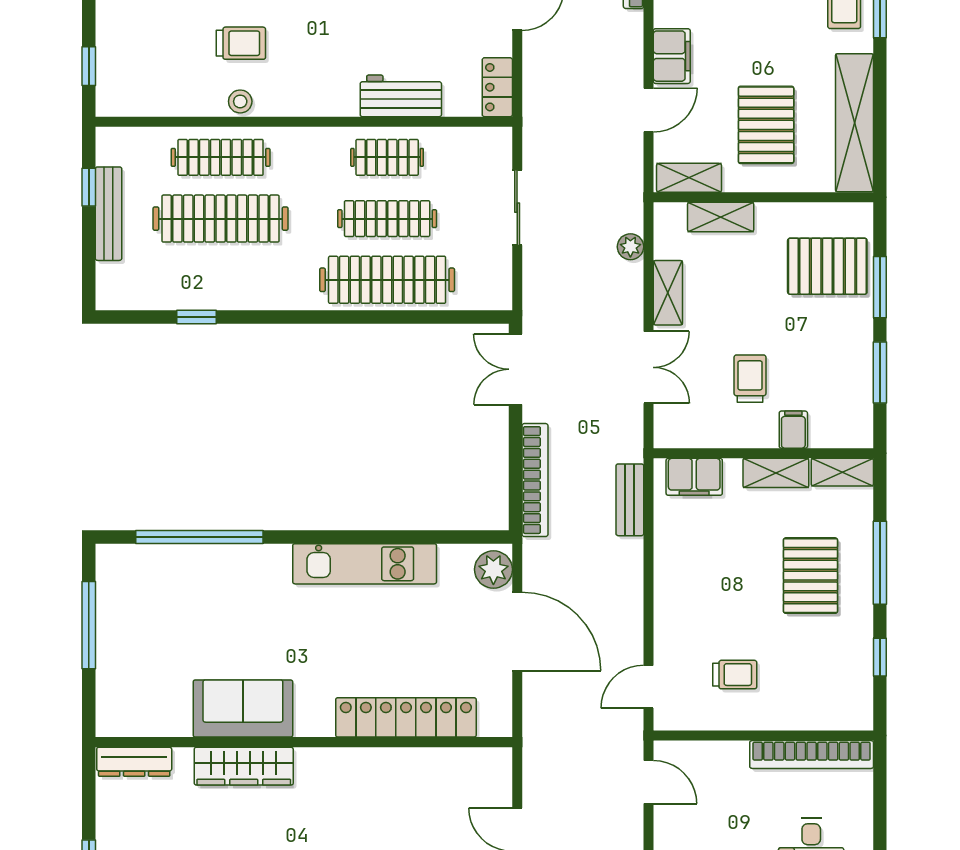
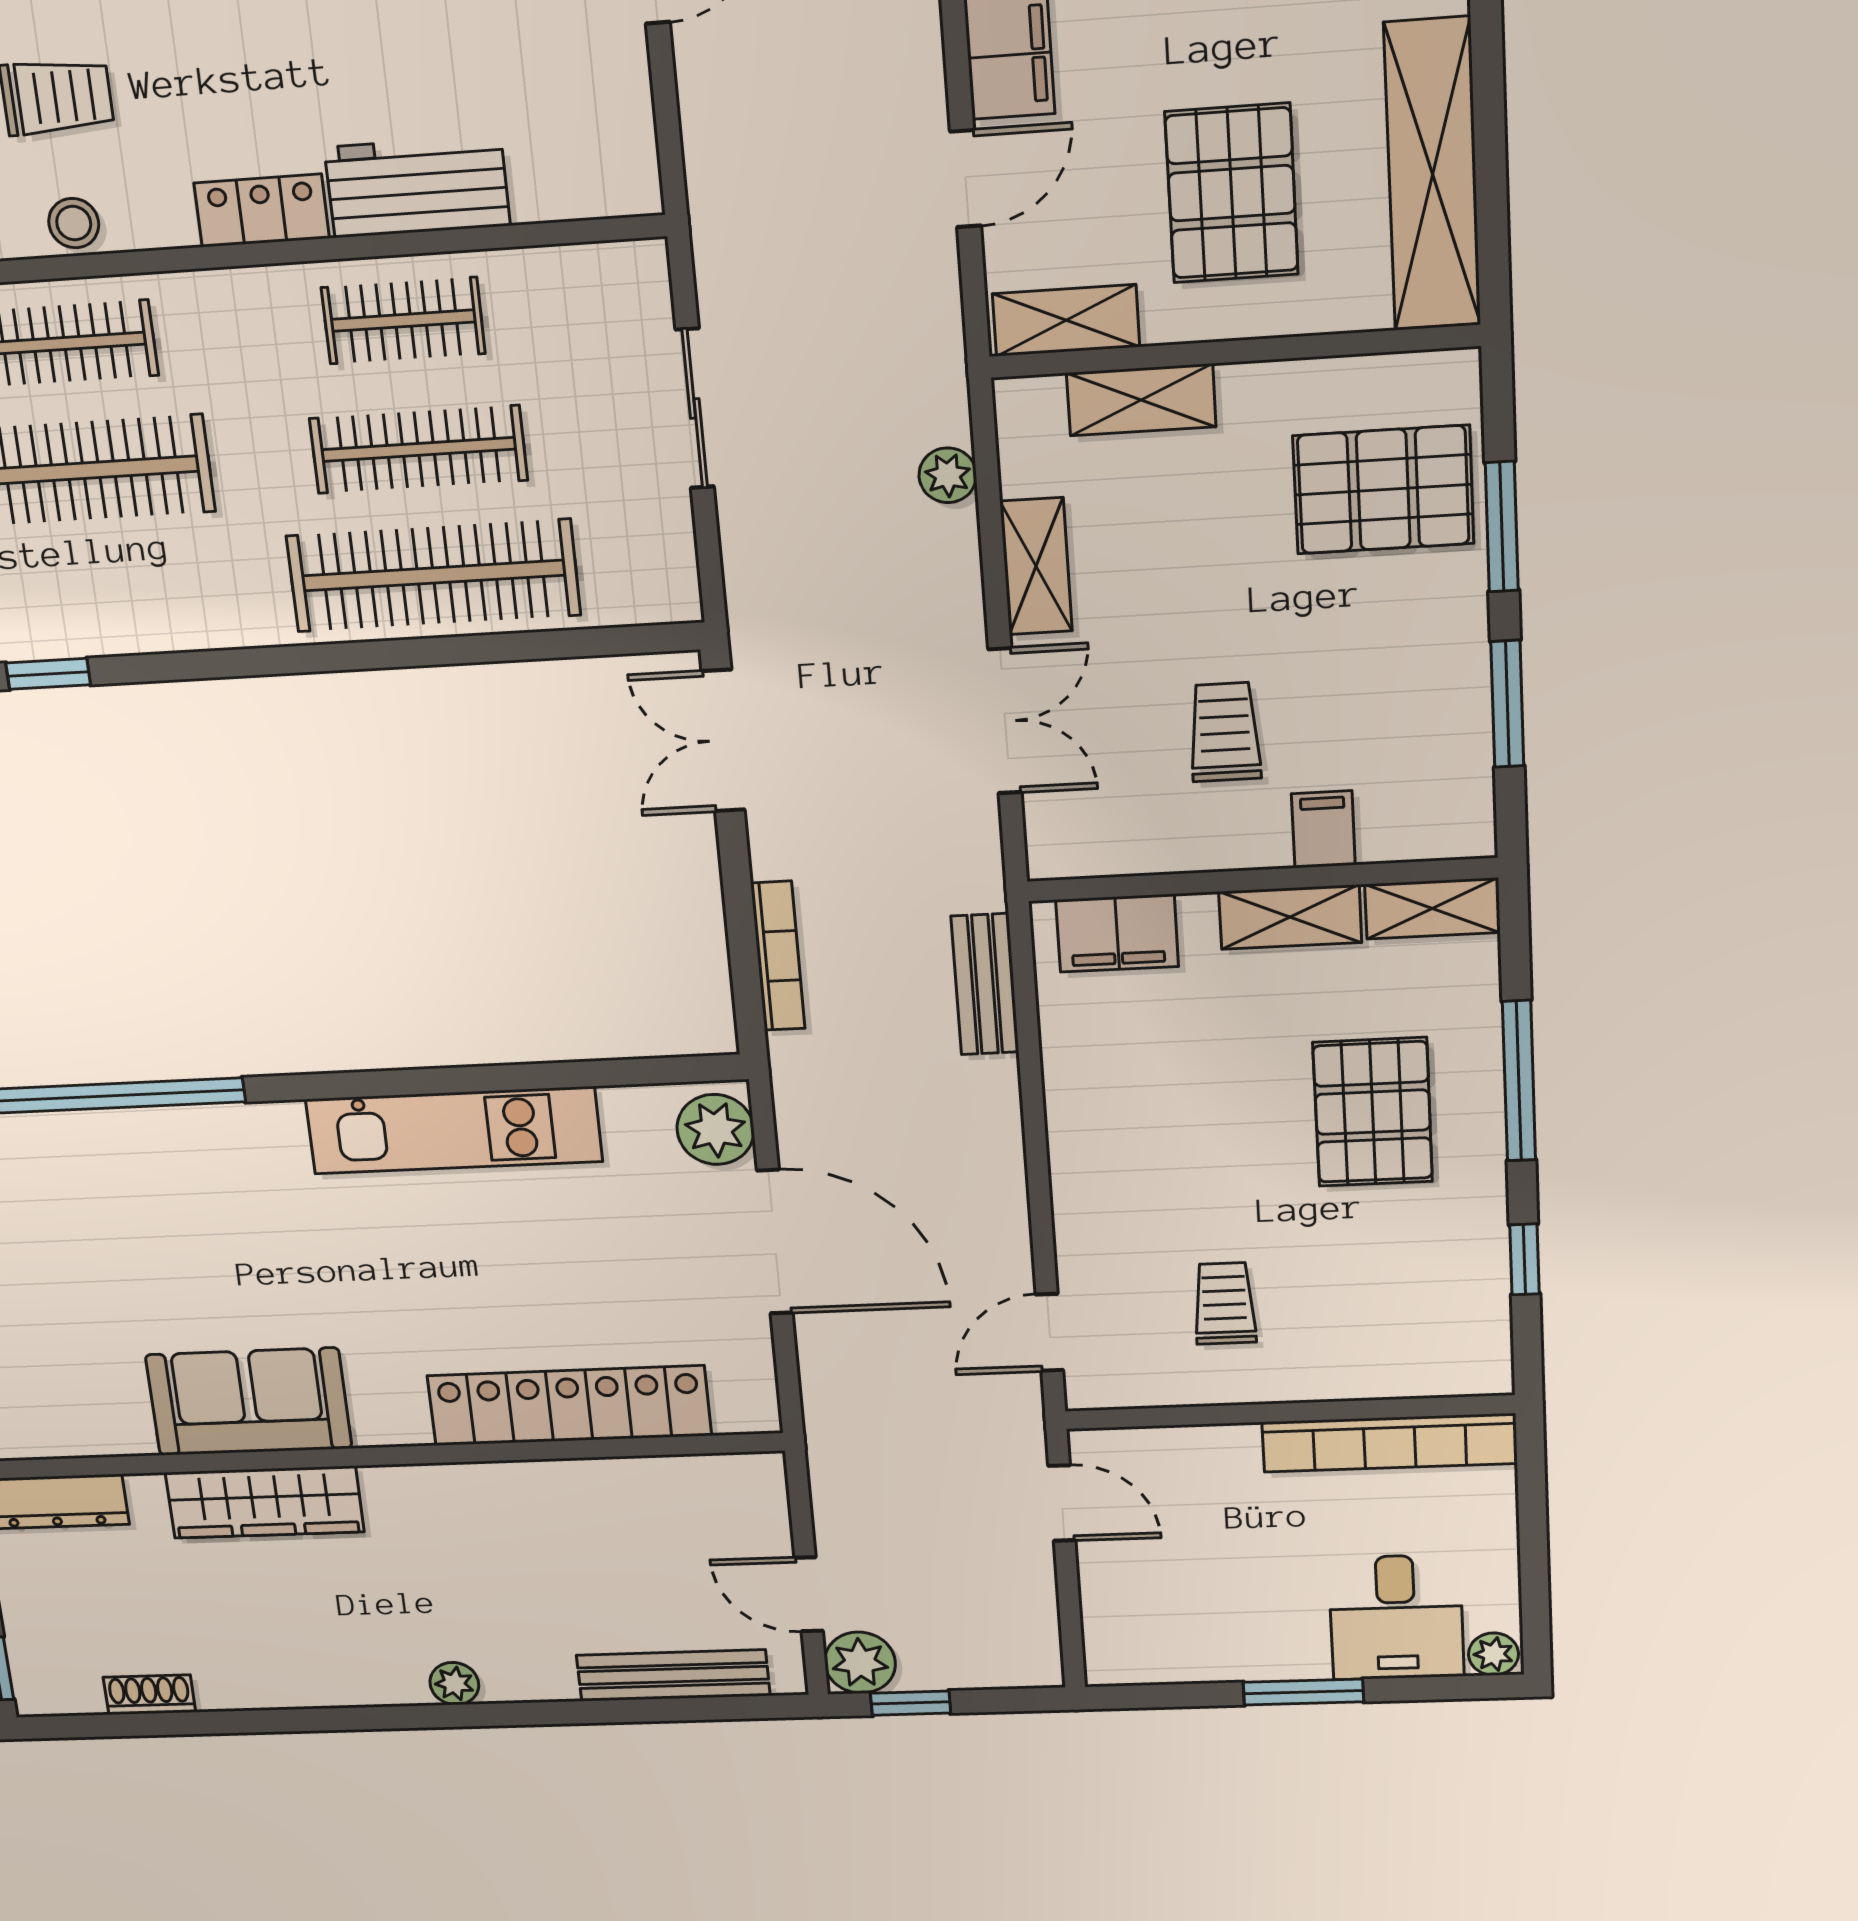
locker: (497, 87) -> (262, 211), moved, turned 90
bookcase: (535, 480) -> (778, 956), width x0.68, depth x0.76
trolley: (735, 675) -> (1224, 1303), turned -90

